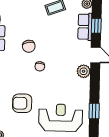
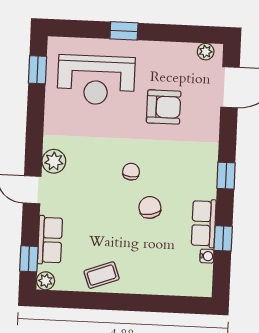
window: (96, 26) -> (29, 259), moved
window: (94, 111) -> (37, 70), moved

